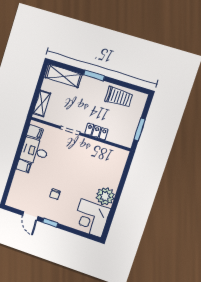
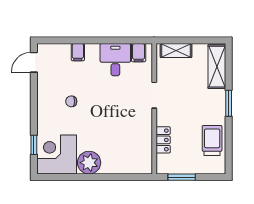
trolley: (119, 97) -> (212, 140), turned 180
locker: (96, 132) -> (163, 140), moved
filing cabinet: (24, 166) -> (78, 52), moved
door: (30, 216) -> (34, 62), moved
window: (50, 223) -> (34, 145), moved

